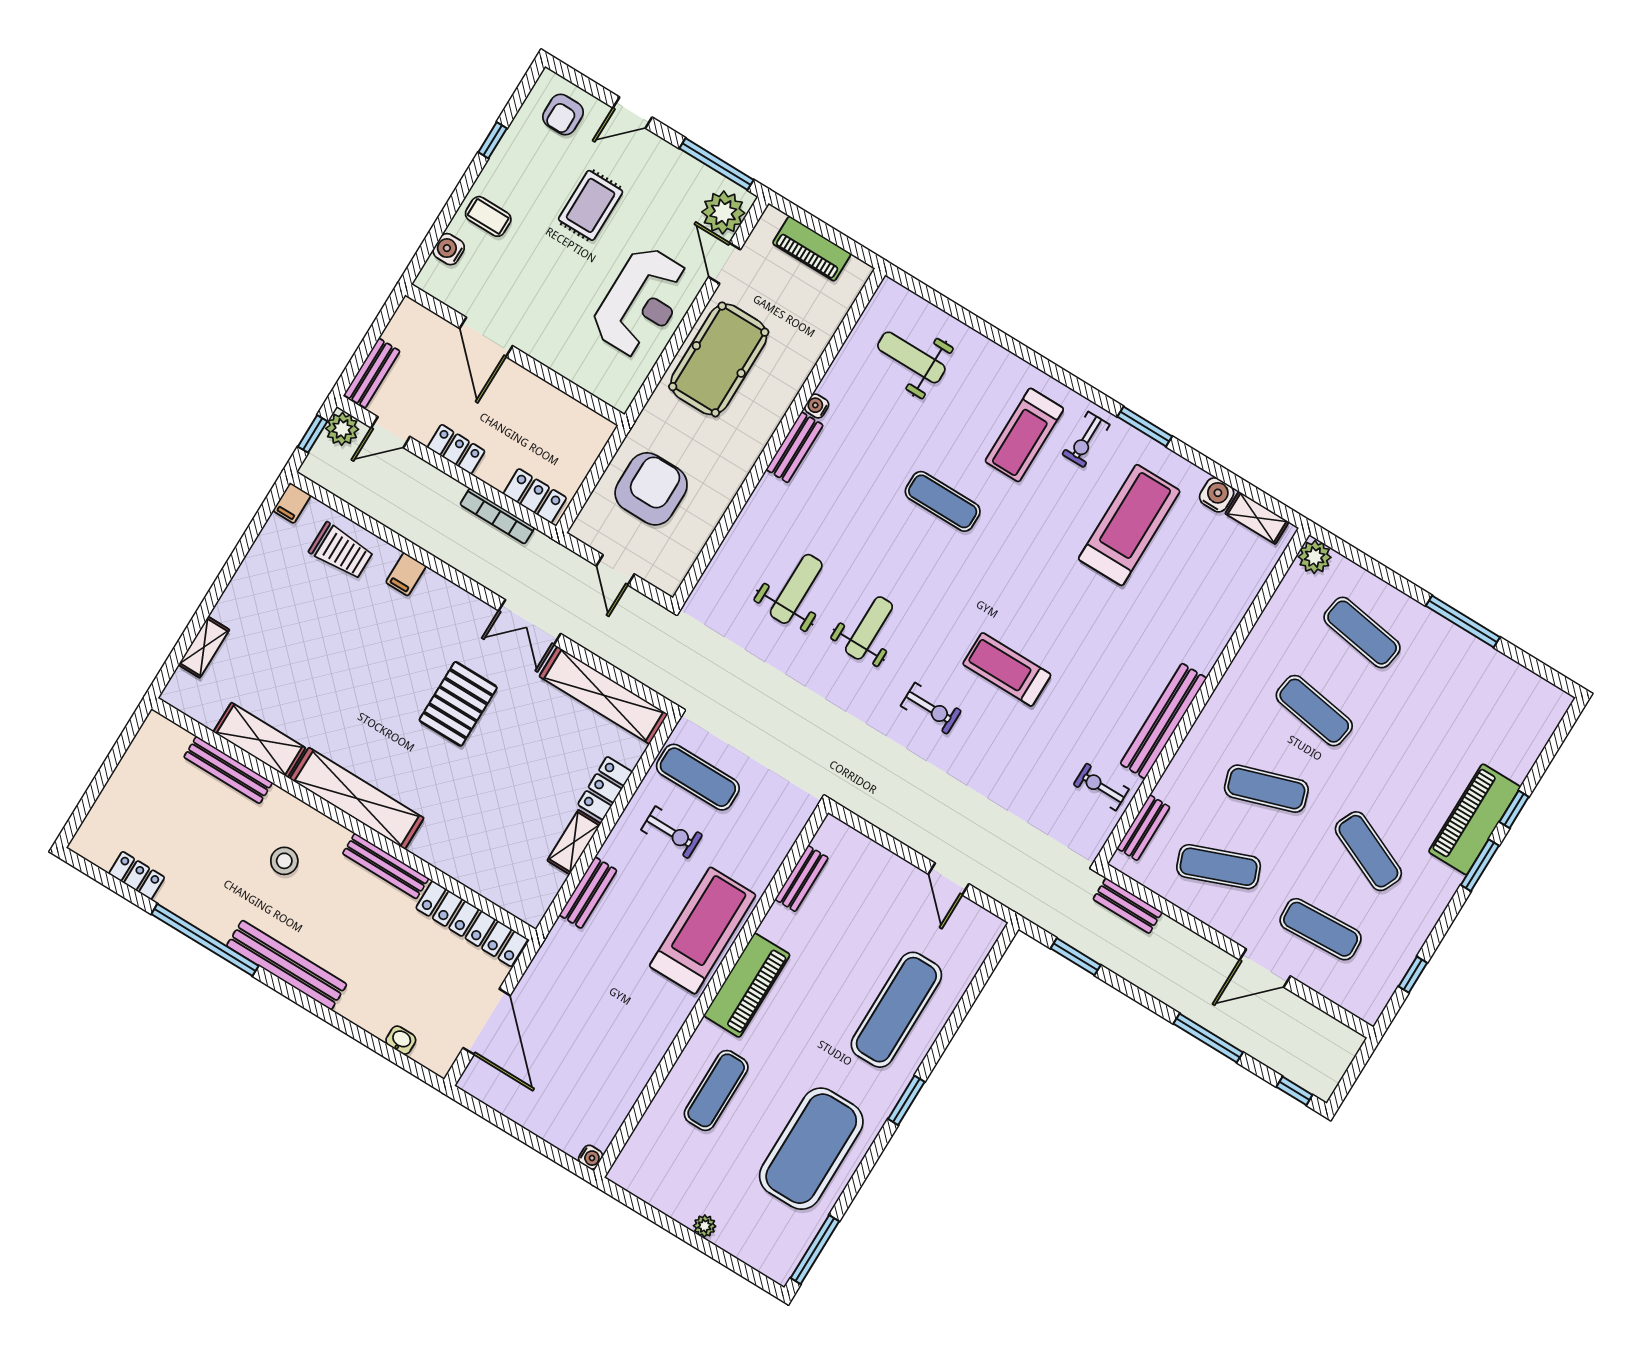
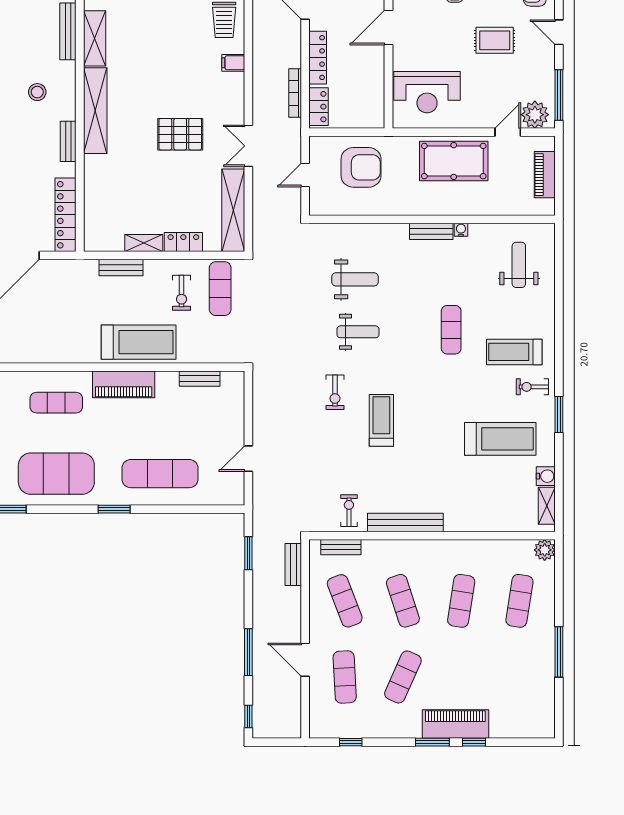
reception desk: (641, 302) -> (427, 92), moved
locker: (456, 449) -> (318, 58), width x1.53
bench: (386, 866) -> (68, 141), width x0.73

